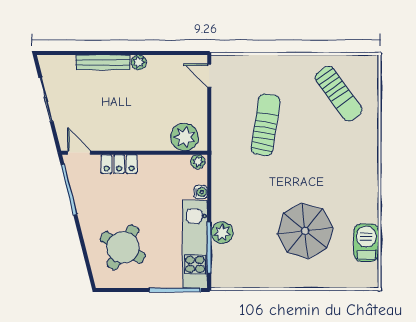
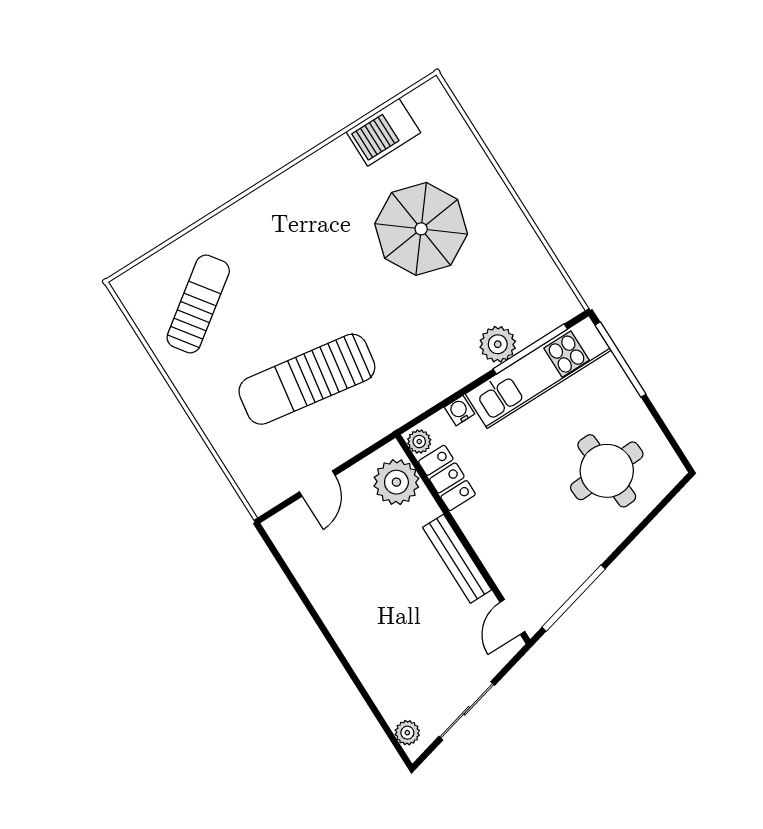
bench: (103, 62) -> (457, 559), moved
plant: (139, 62) -> (407, 733), moved
door: (209, 76) -> (317, 484), moved
sun lounger: (265, 125) -> (307, 379), width x1.36, depth x1.34
locker: (119, 164) -> (447, 478), moved
round table: (123, 247) -> (607, 471), turned -33

